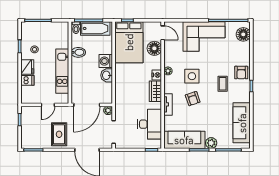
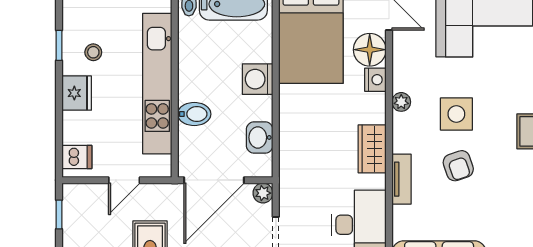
bidet: (78, 52) -> (194, 114), moved
kitchen unit: (62, 71) -> (157, 84), width x1.36
washbasin: (107, 75) -> (260, 137), moved
nightstand: (157, 75) -> (375, 80), moved
dishwasher: (27, 80) -> (77, 157), moved

